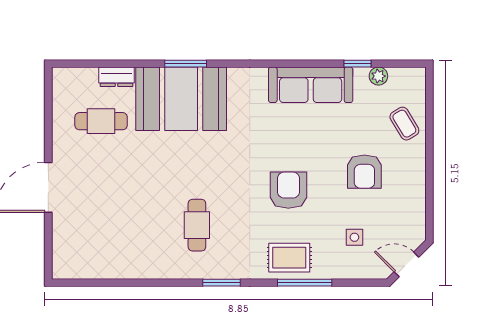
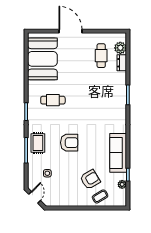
plant: (84, 80) -> (120, 48), added
booth: (181, 99) -> (42, 59), moved
armchair: (364, 172) -> (90, 179), moved, turned 149

